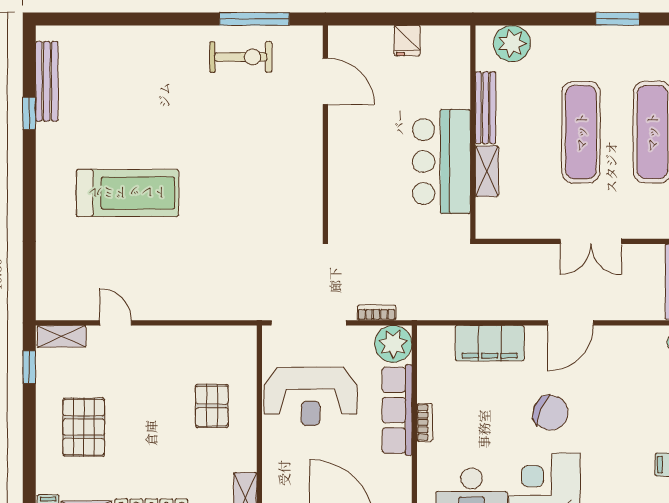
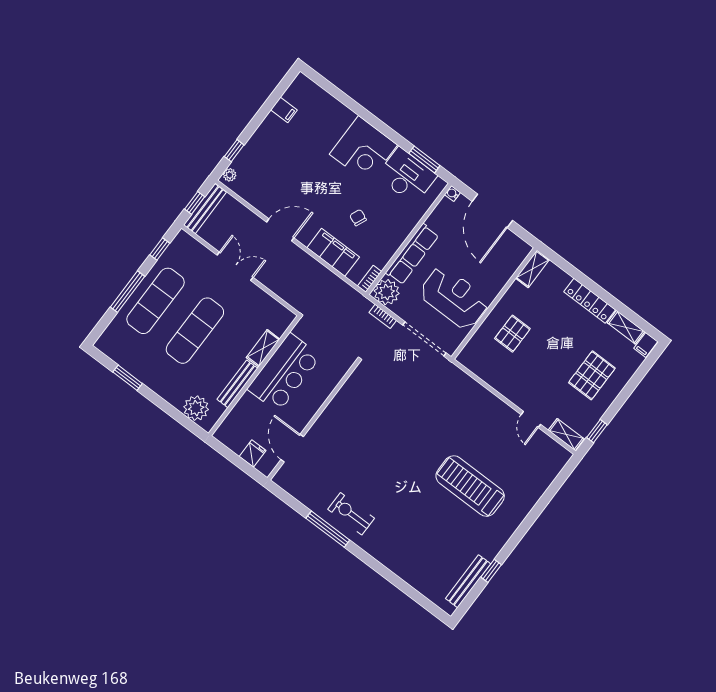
door: (325, 81) -> (292, 448), moved
wall: (325, 132) -> (313, 420), moved
chair: (551, 413) -> (358, 218), moved, width x0.54, depth x0.54
bookcase: (425, 423) -> (370, 279), moved

